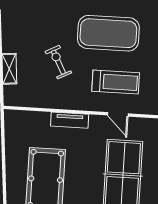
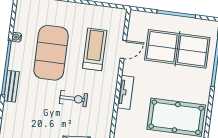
exercise bike: (58, 62) -> (74, 99), turned -152

